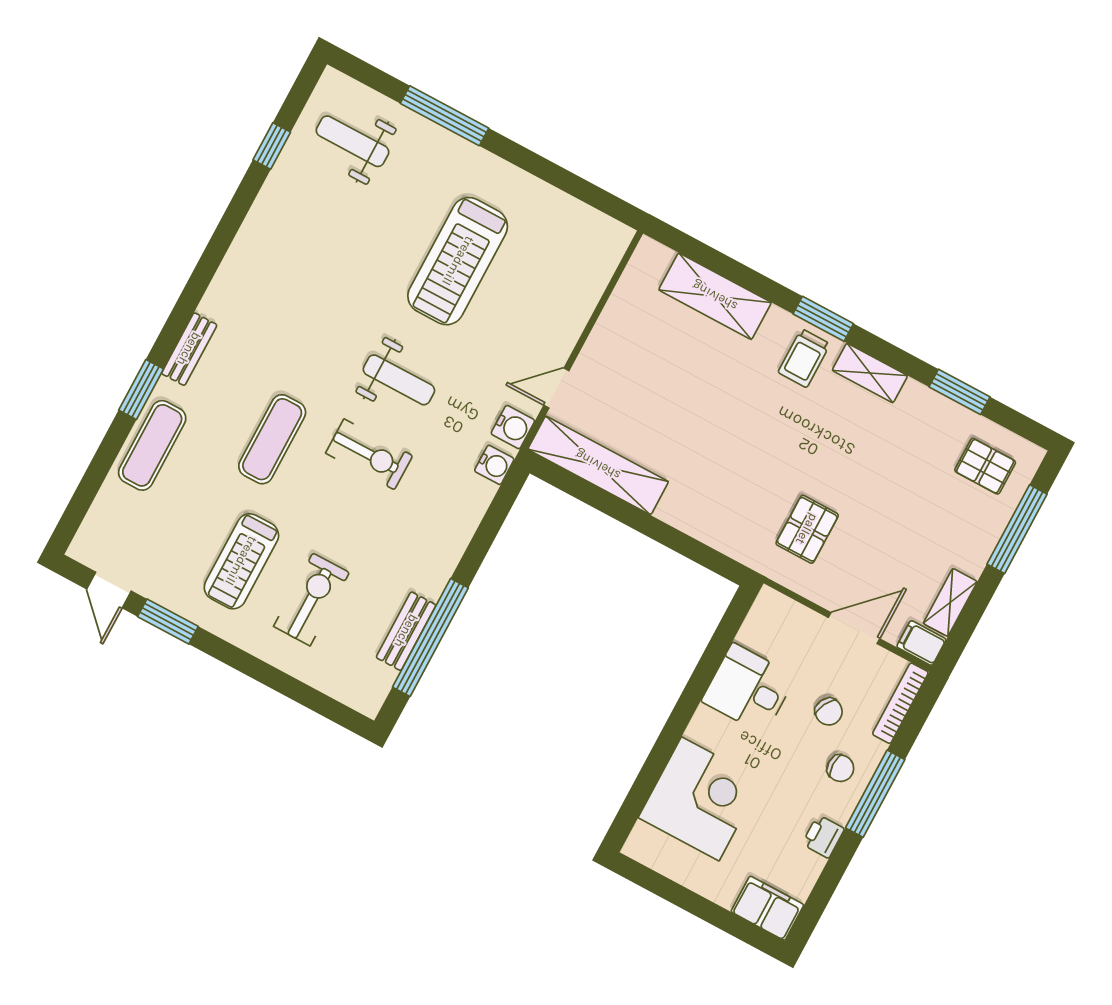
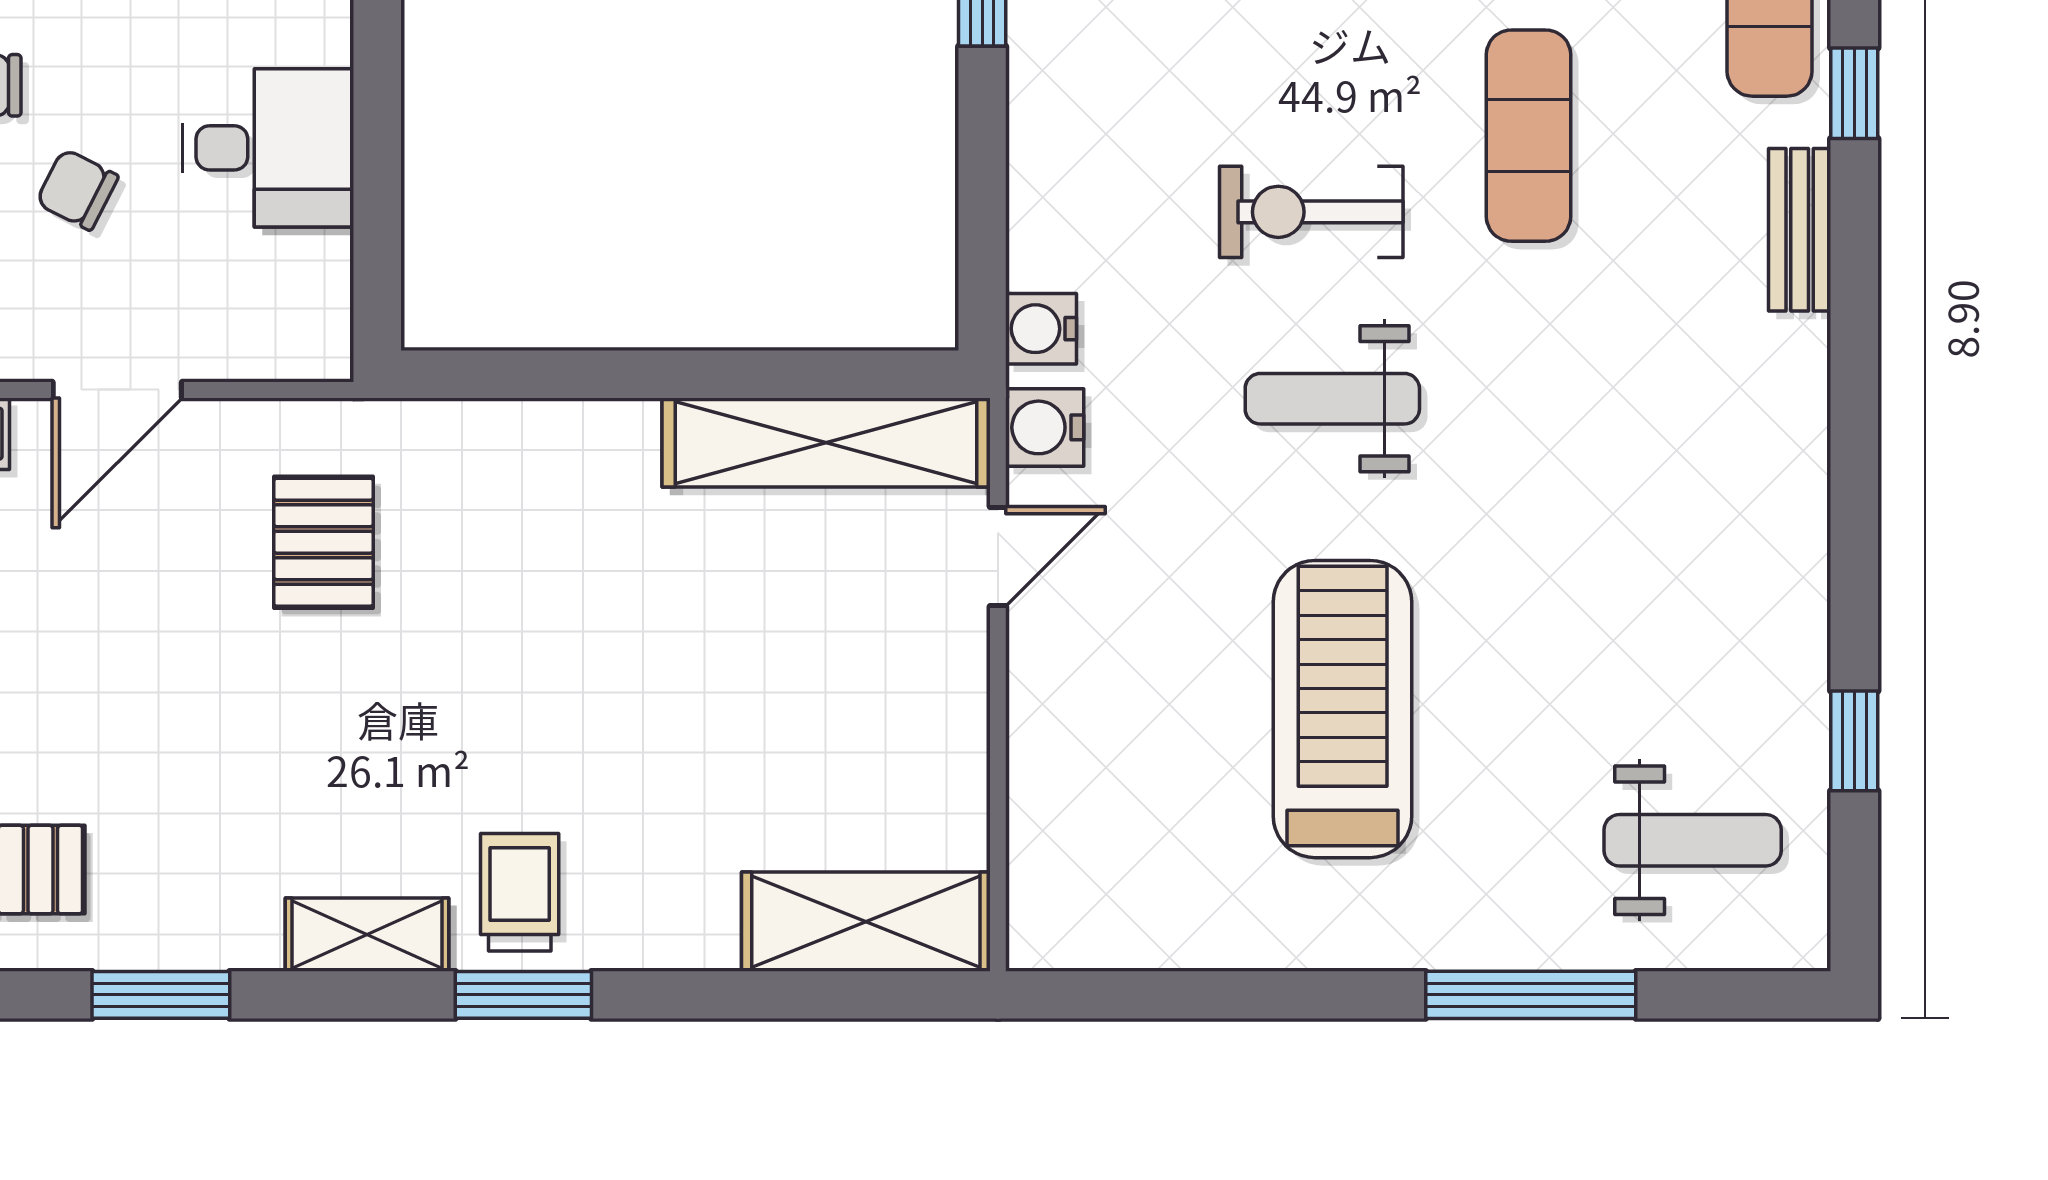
shelving: (715, 296) -> (866, 922), moved
window: (141, 389) -> (1854, 93), width x0.67

